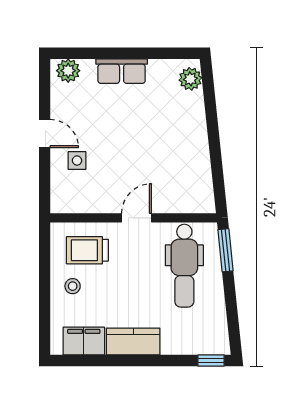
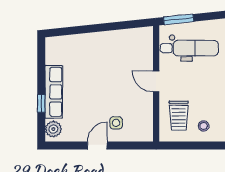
window: (105, 53) -> (41, 104), added
row of seats: (122, 71) -> (54, 92), width x1.48
plant: (190, 79) -> (59, 44), removed

